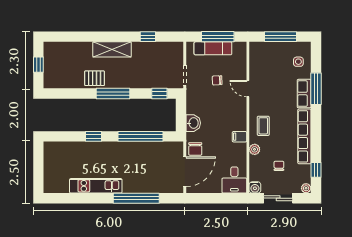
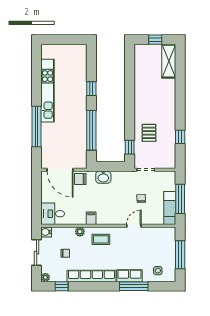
exam couch: (213, 48) -> (170, 208), moved
shelving: (112, 49) -> (169, 61), moved
pallet: (95, 78) -> (149, 133), moved
window: (113, 93) -> (130, 106), removed
kitchen unit: (96, 186) -> (48, 91), width x1.36

